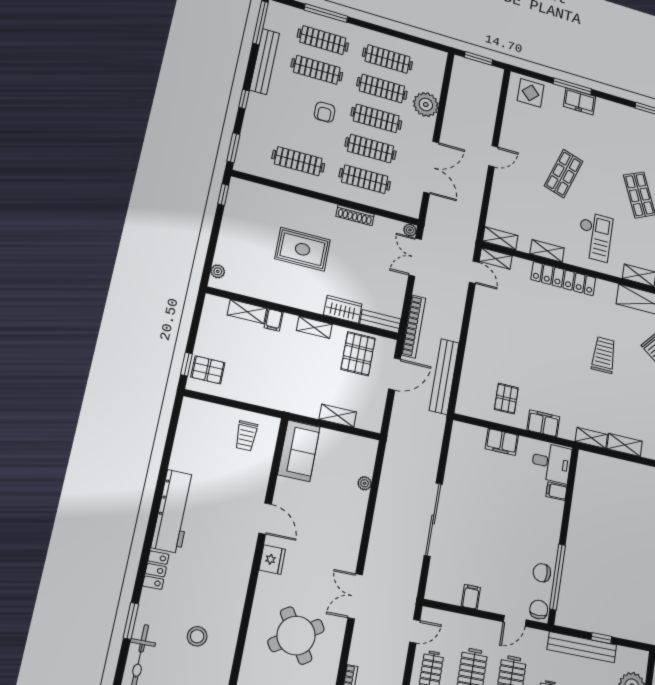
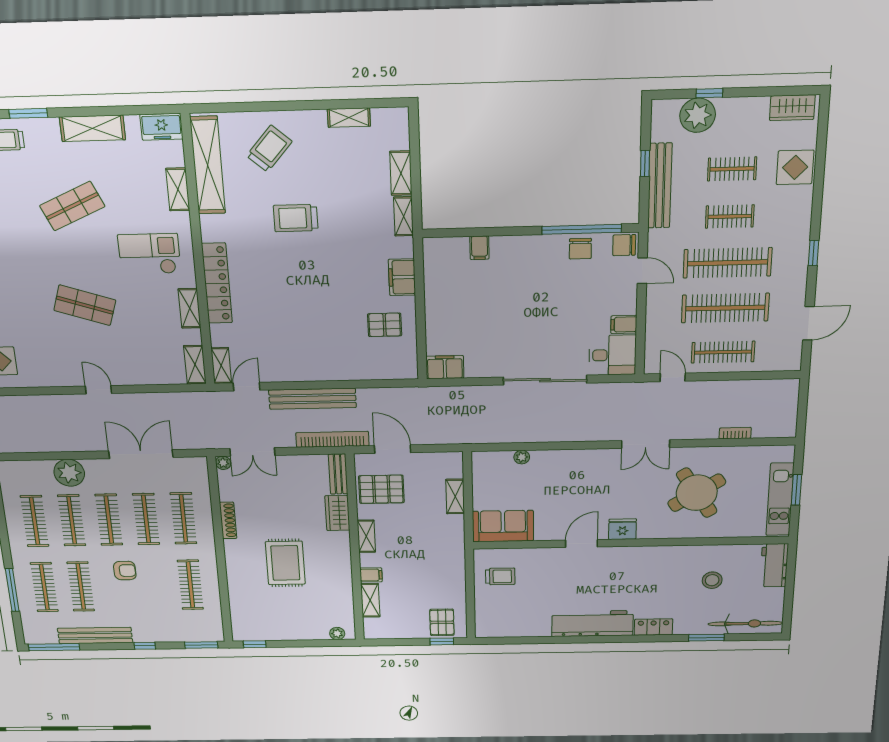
bench: (444, 377) -> (312, 399), moved
filing cabinet: (502, 442) -> (445, 367), moved, turned -90
desk: (551, 463) -> (613, 355), moved, turned 90

